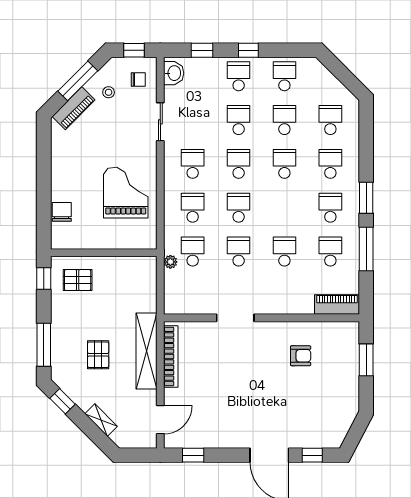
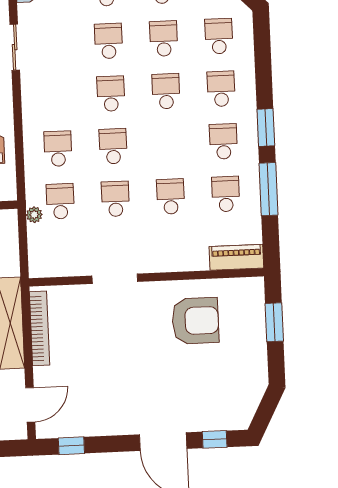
school desk: (193, 164) -> (56, 96), removed
armchair: (301, 356) -> (195, 321), width x1.88, depth x1.88

